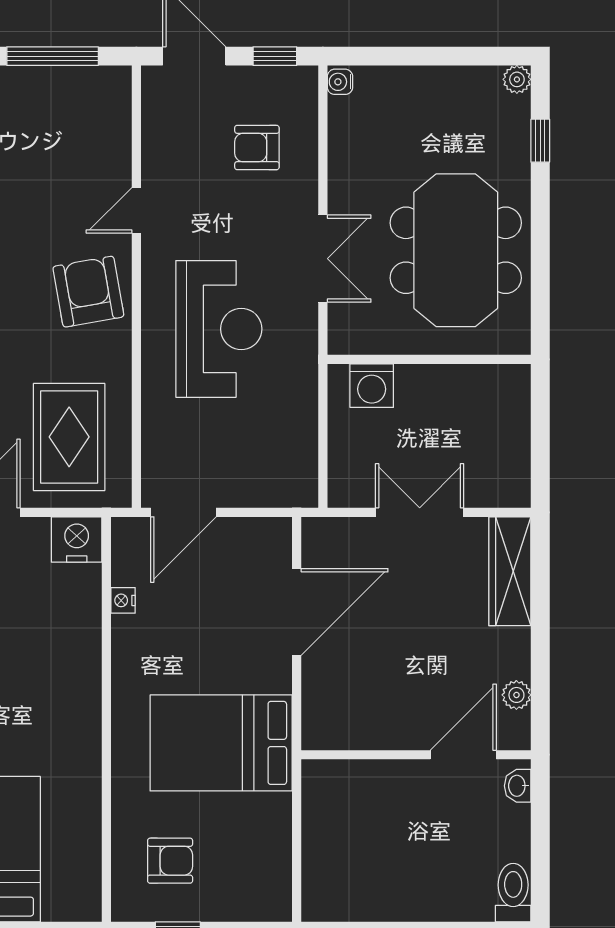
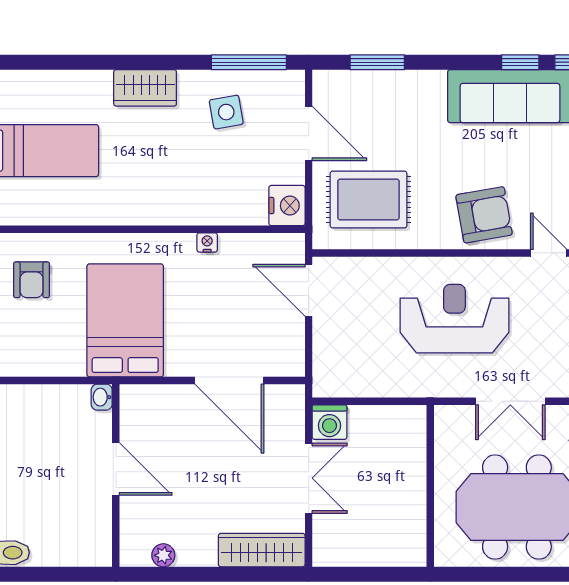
reception desk: (219, 329) -> (454, 319), turned 180
washing machine: (372, 386) -> (329, 422), moved, turned -90
nightstand: (123, 600) -> (207, 242), moved
door: (463, 755) -> (116, 469), moved
washbasin: (518, 786) -> (102, 397), moved, turned -90

